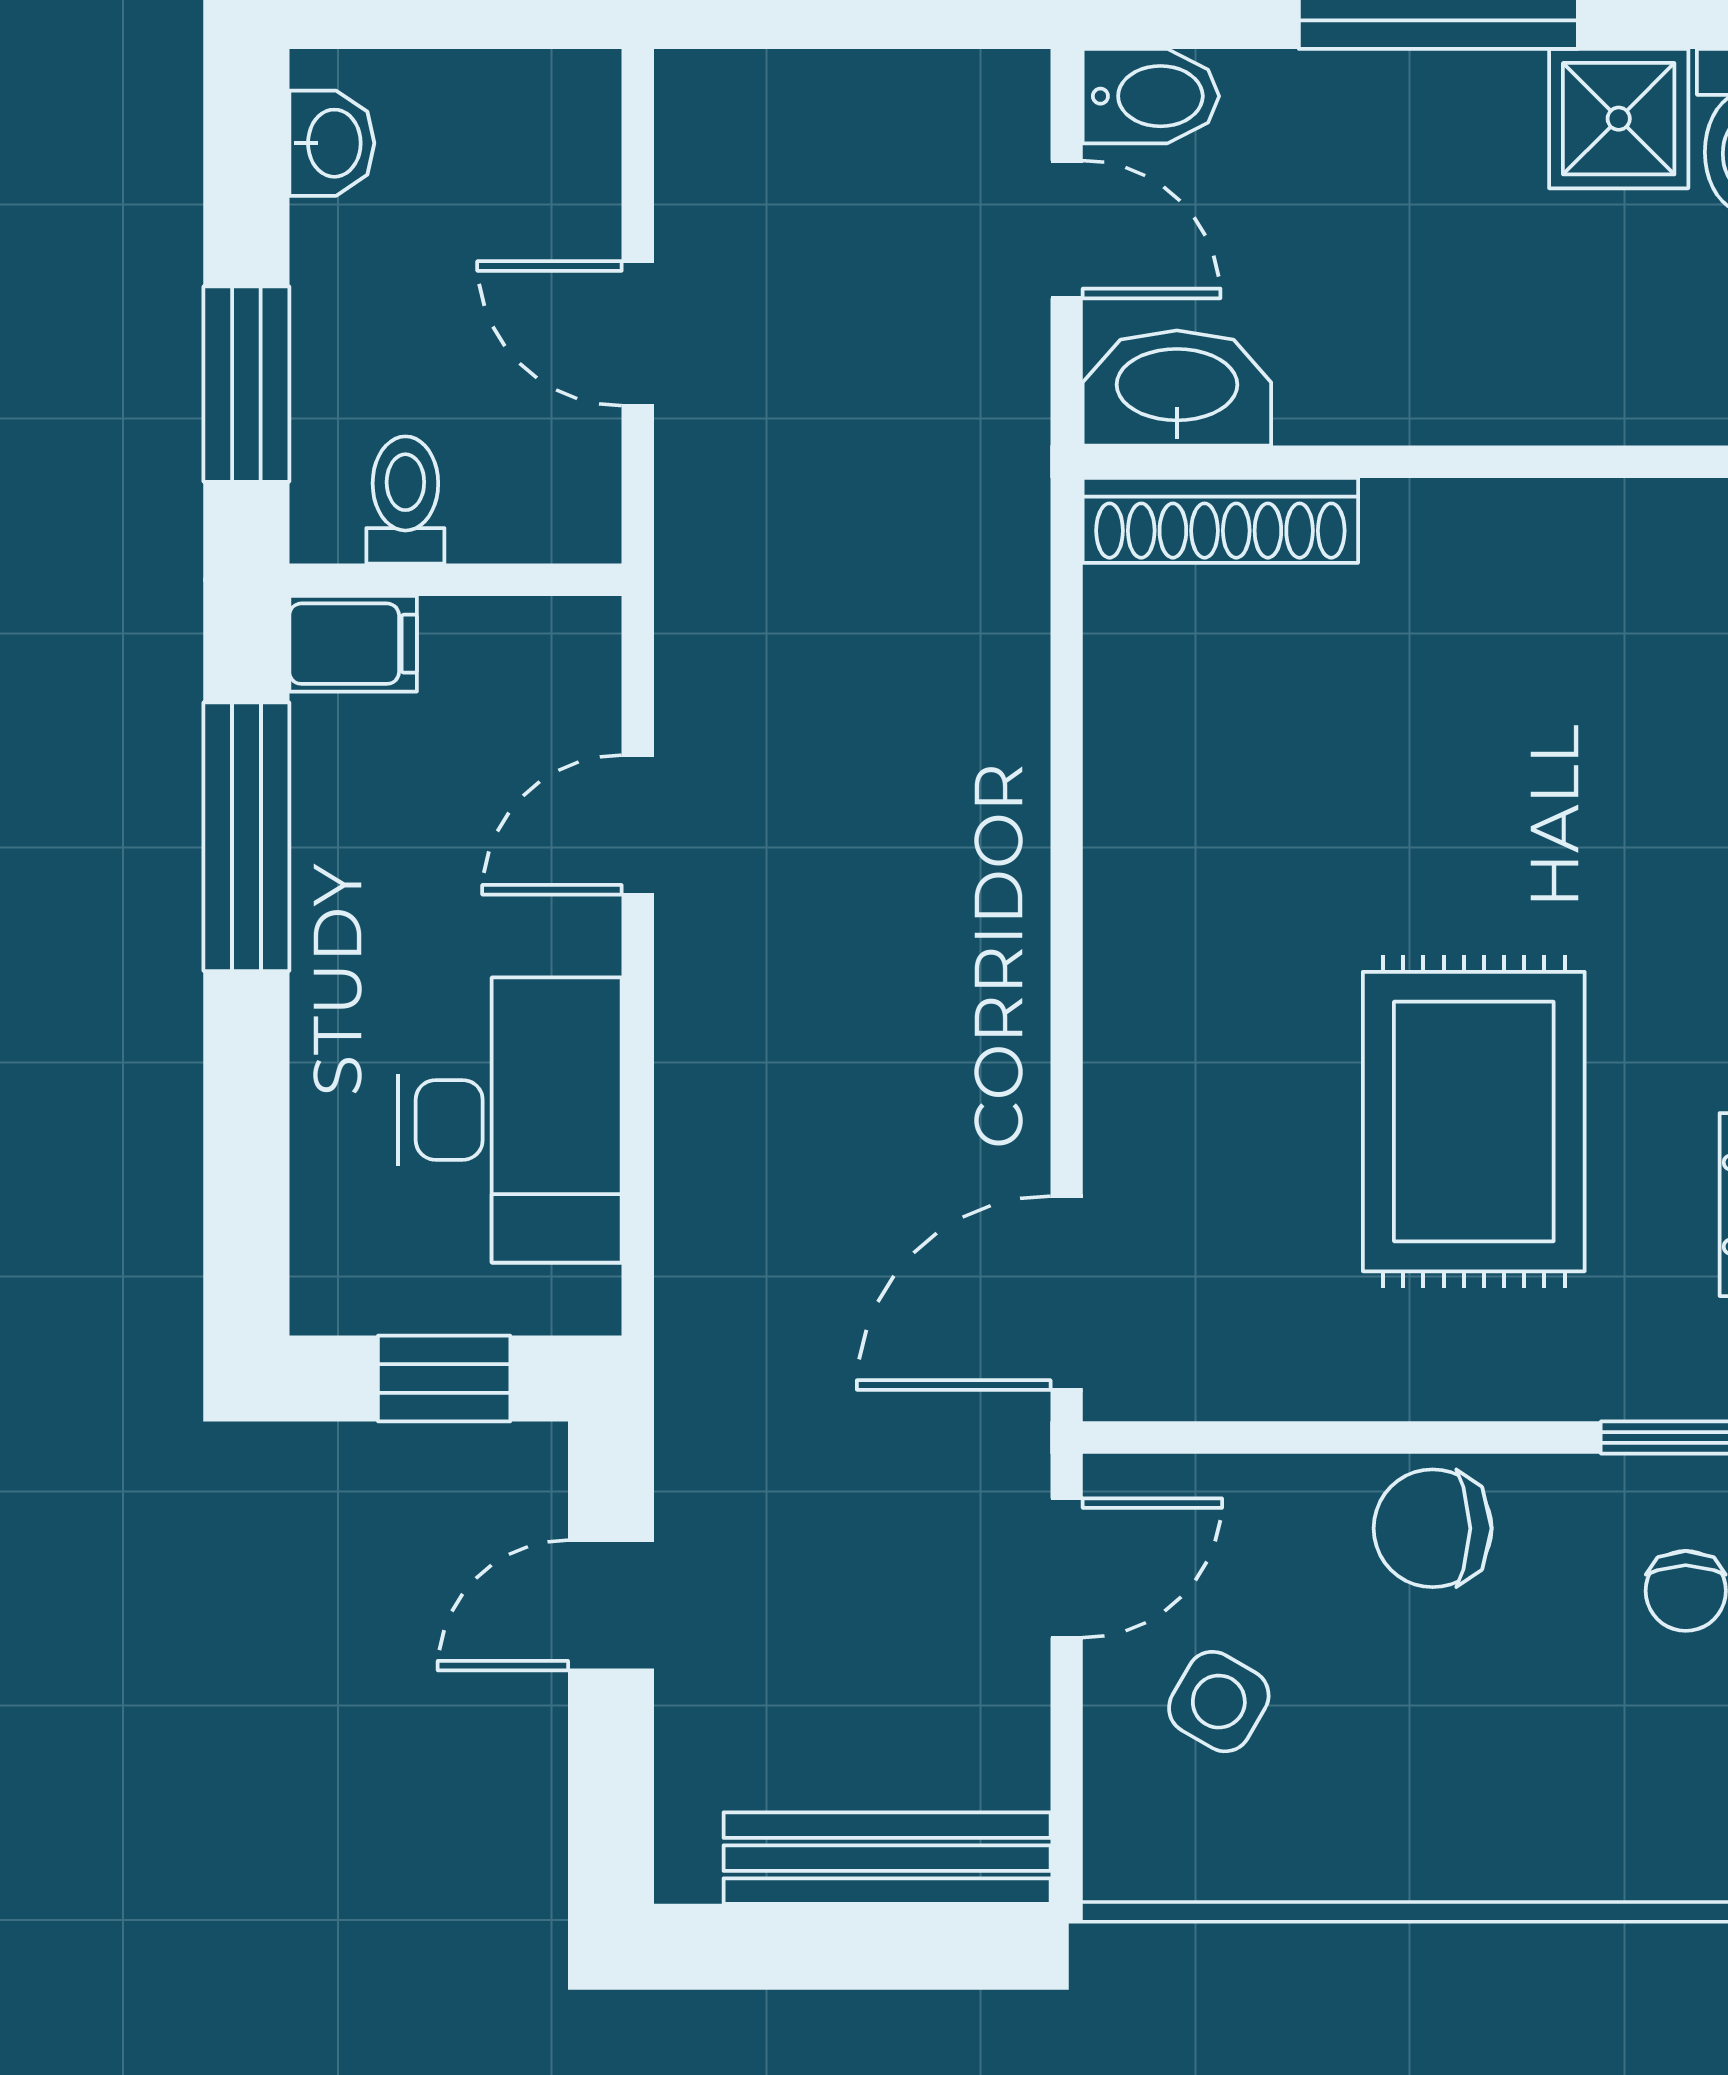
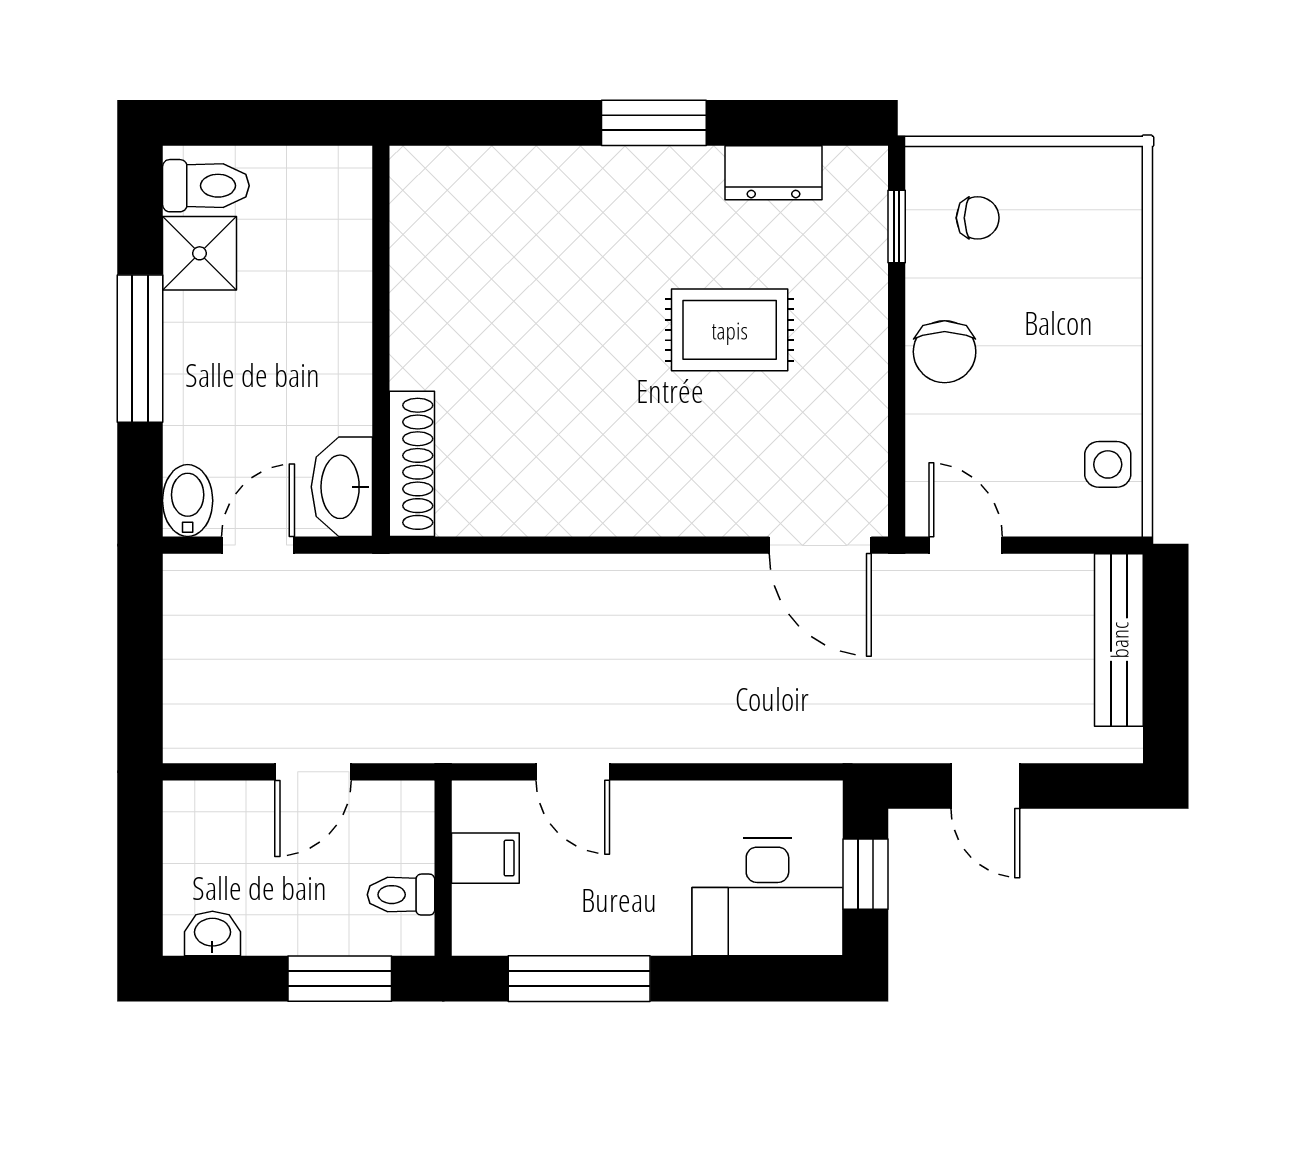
filing cabinet: (353, 644) -> (485, 858), moved, turned 90
desk: (510, 1120) -> (767, 897), moved, turned 180
rug: (1474, 1122) -> (730, 330), width x0.73, depth x0.70
side table: (1219, 1702) -> (1108, 464), moved, turned -30

